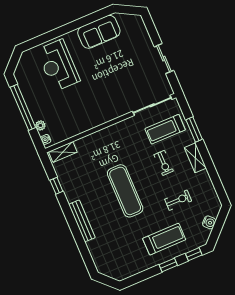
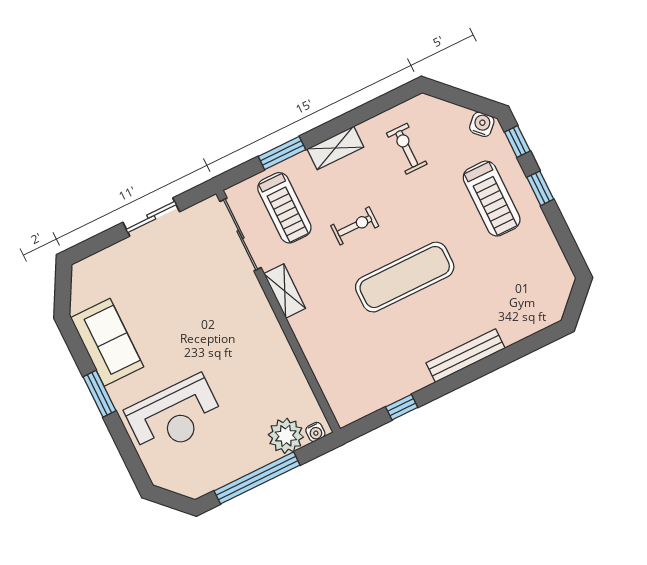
window: (72, 26) -> (100, 394), added
plant: (40, 125) -> (286, 436), width x1.87, depth x1.87
shelving: (63, 152) -> (285, 291), moved
exercise bike: (164, 163) -> (355, 226), moved
exercise bike: (178, 200) -> (407, 149), moved
water cooler: (209, 222) -> (482, 124), moved
treadmill: (164, 239) -> (492, 199), turned 180

